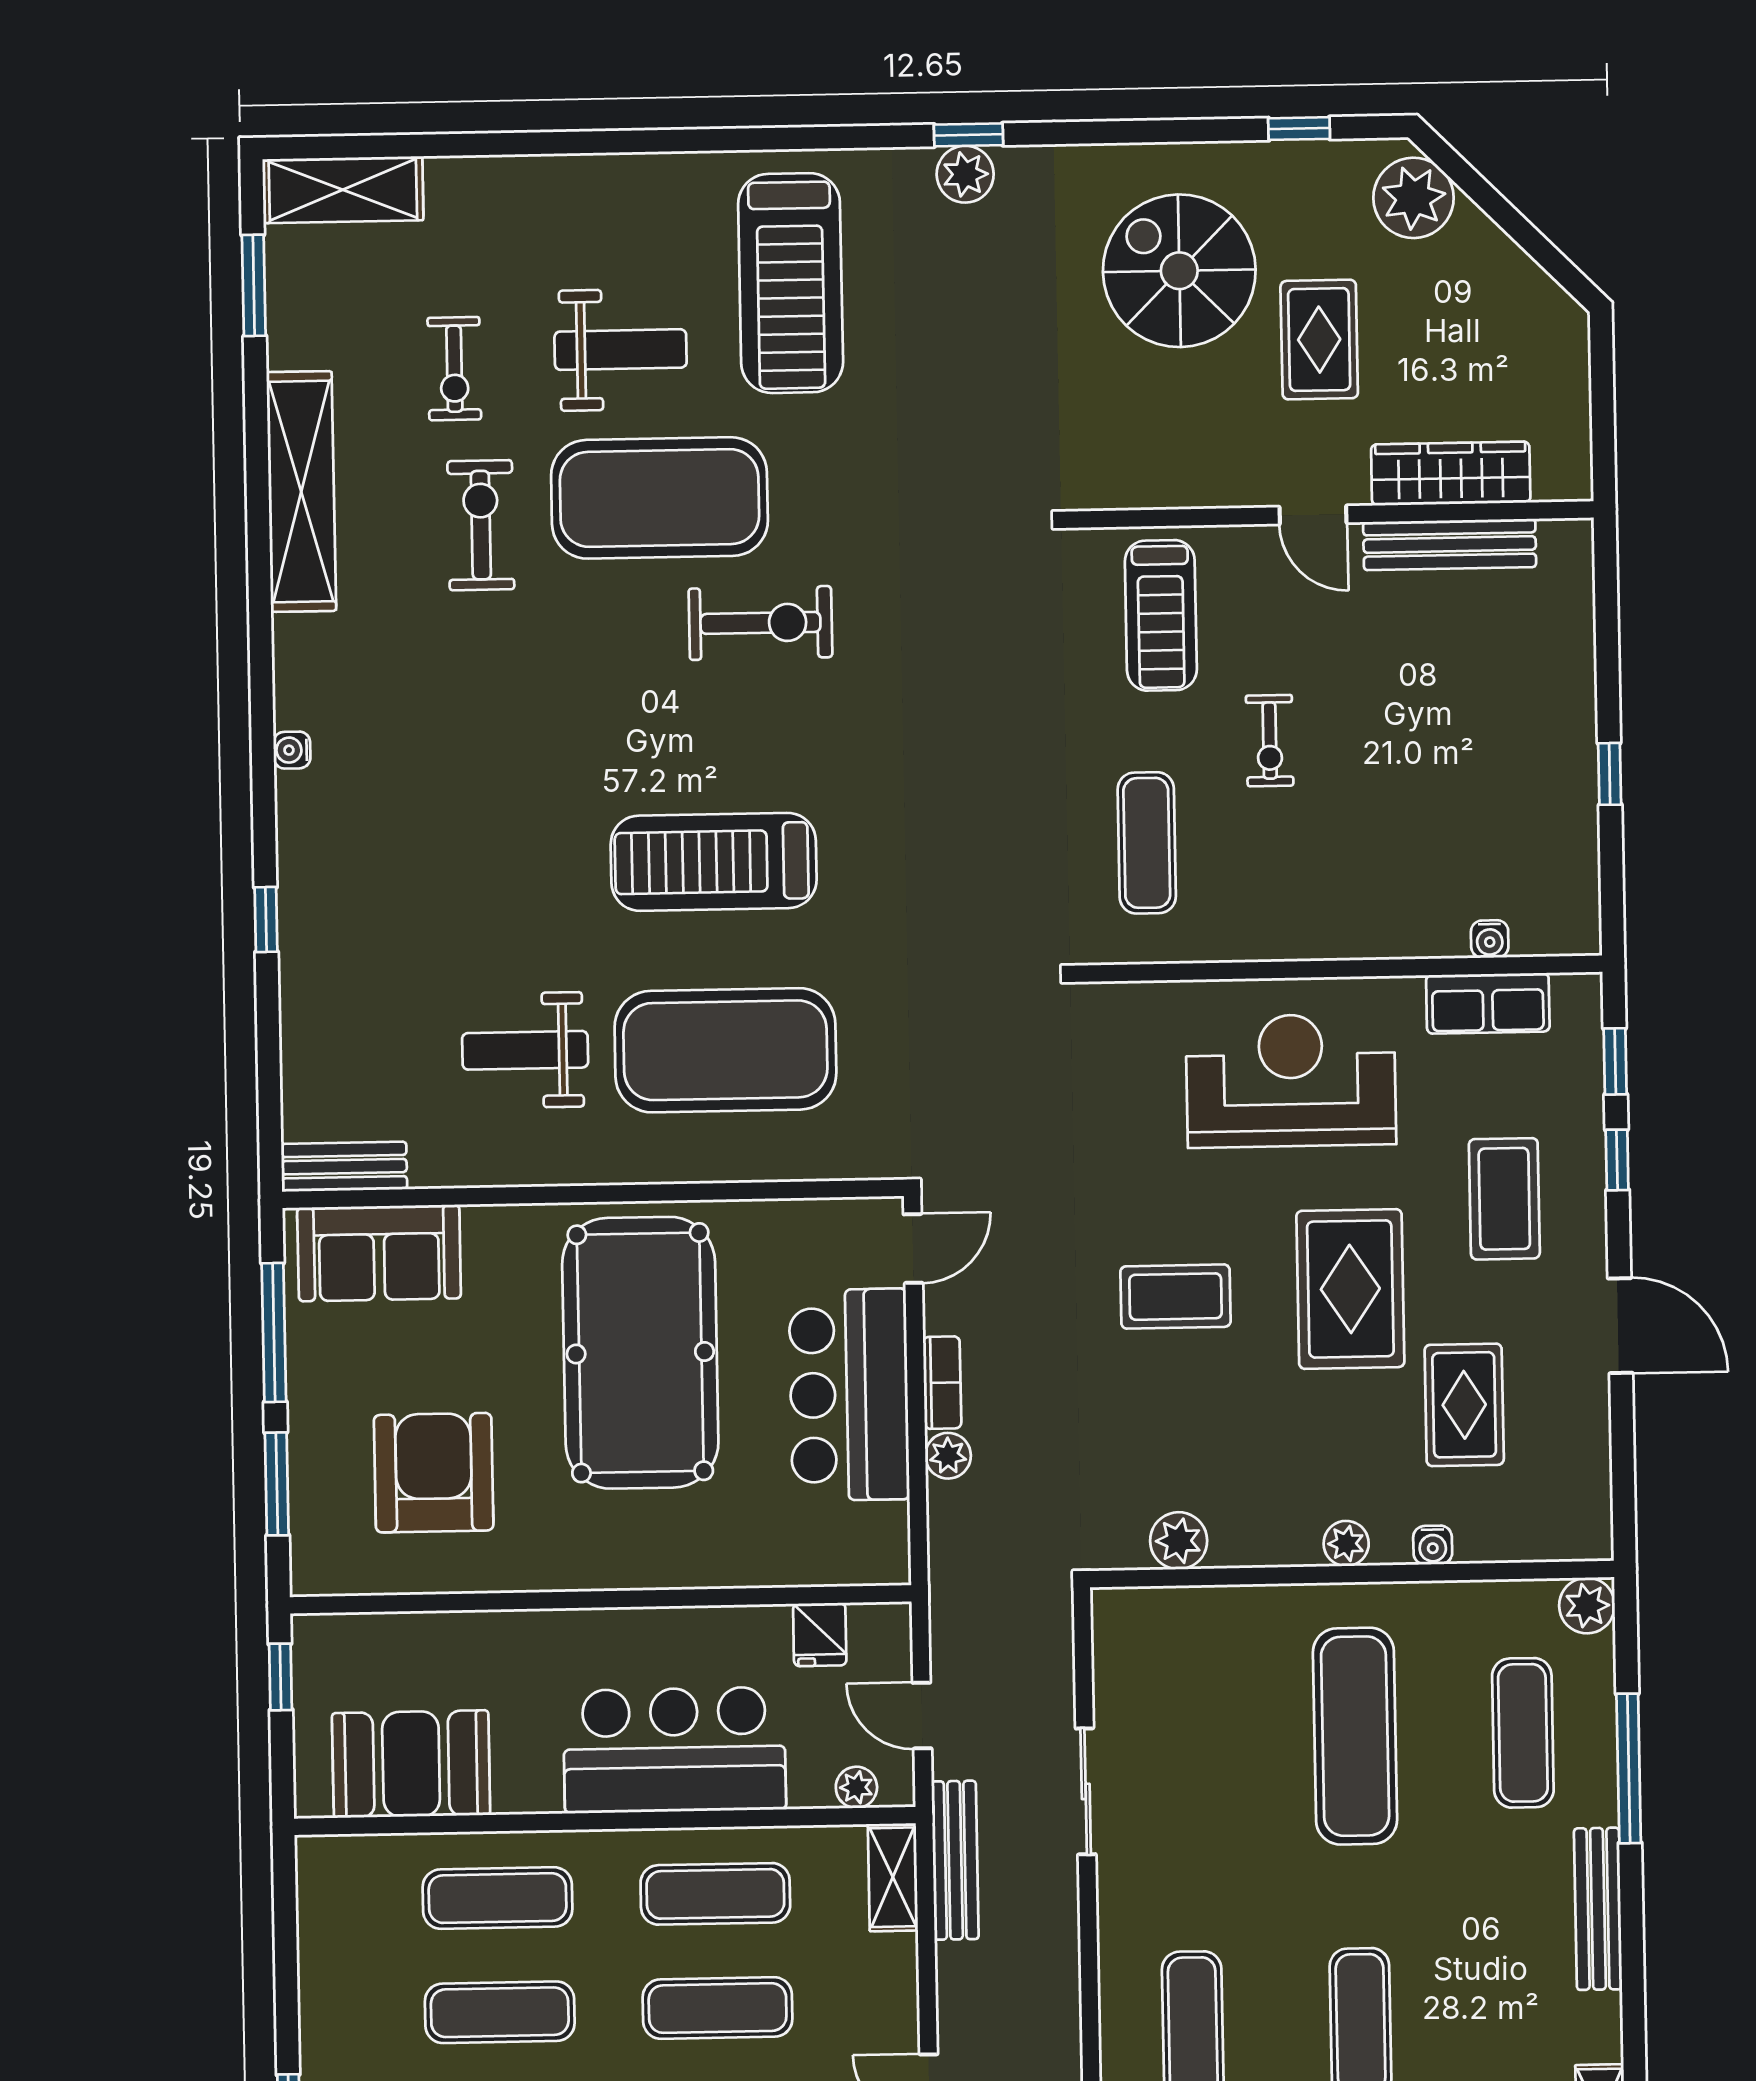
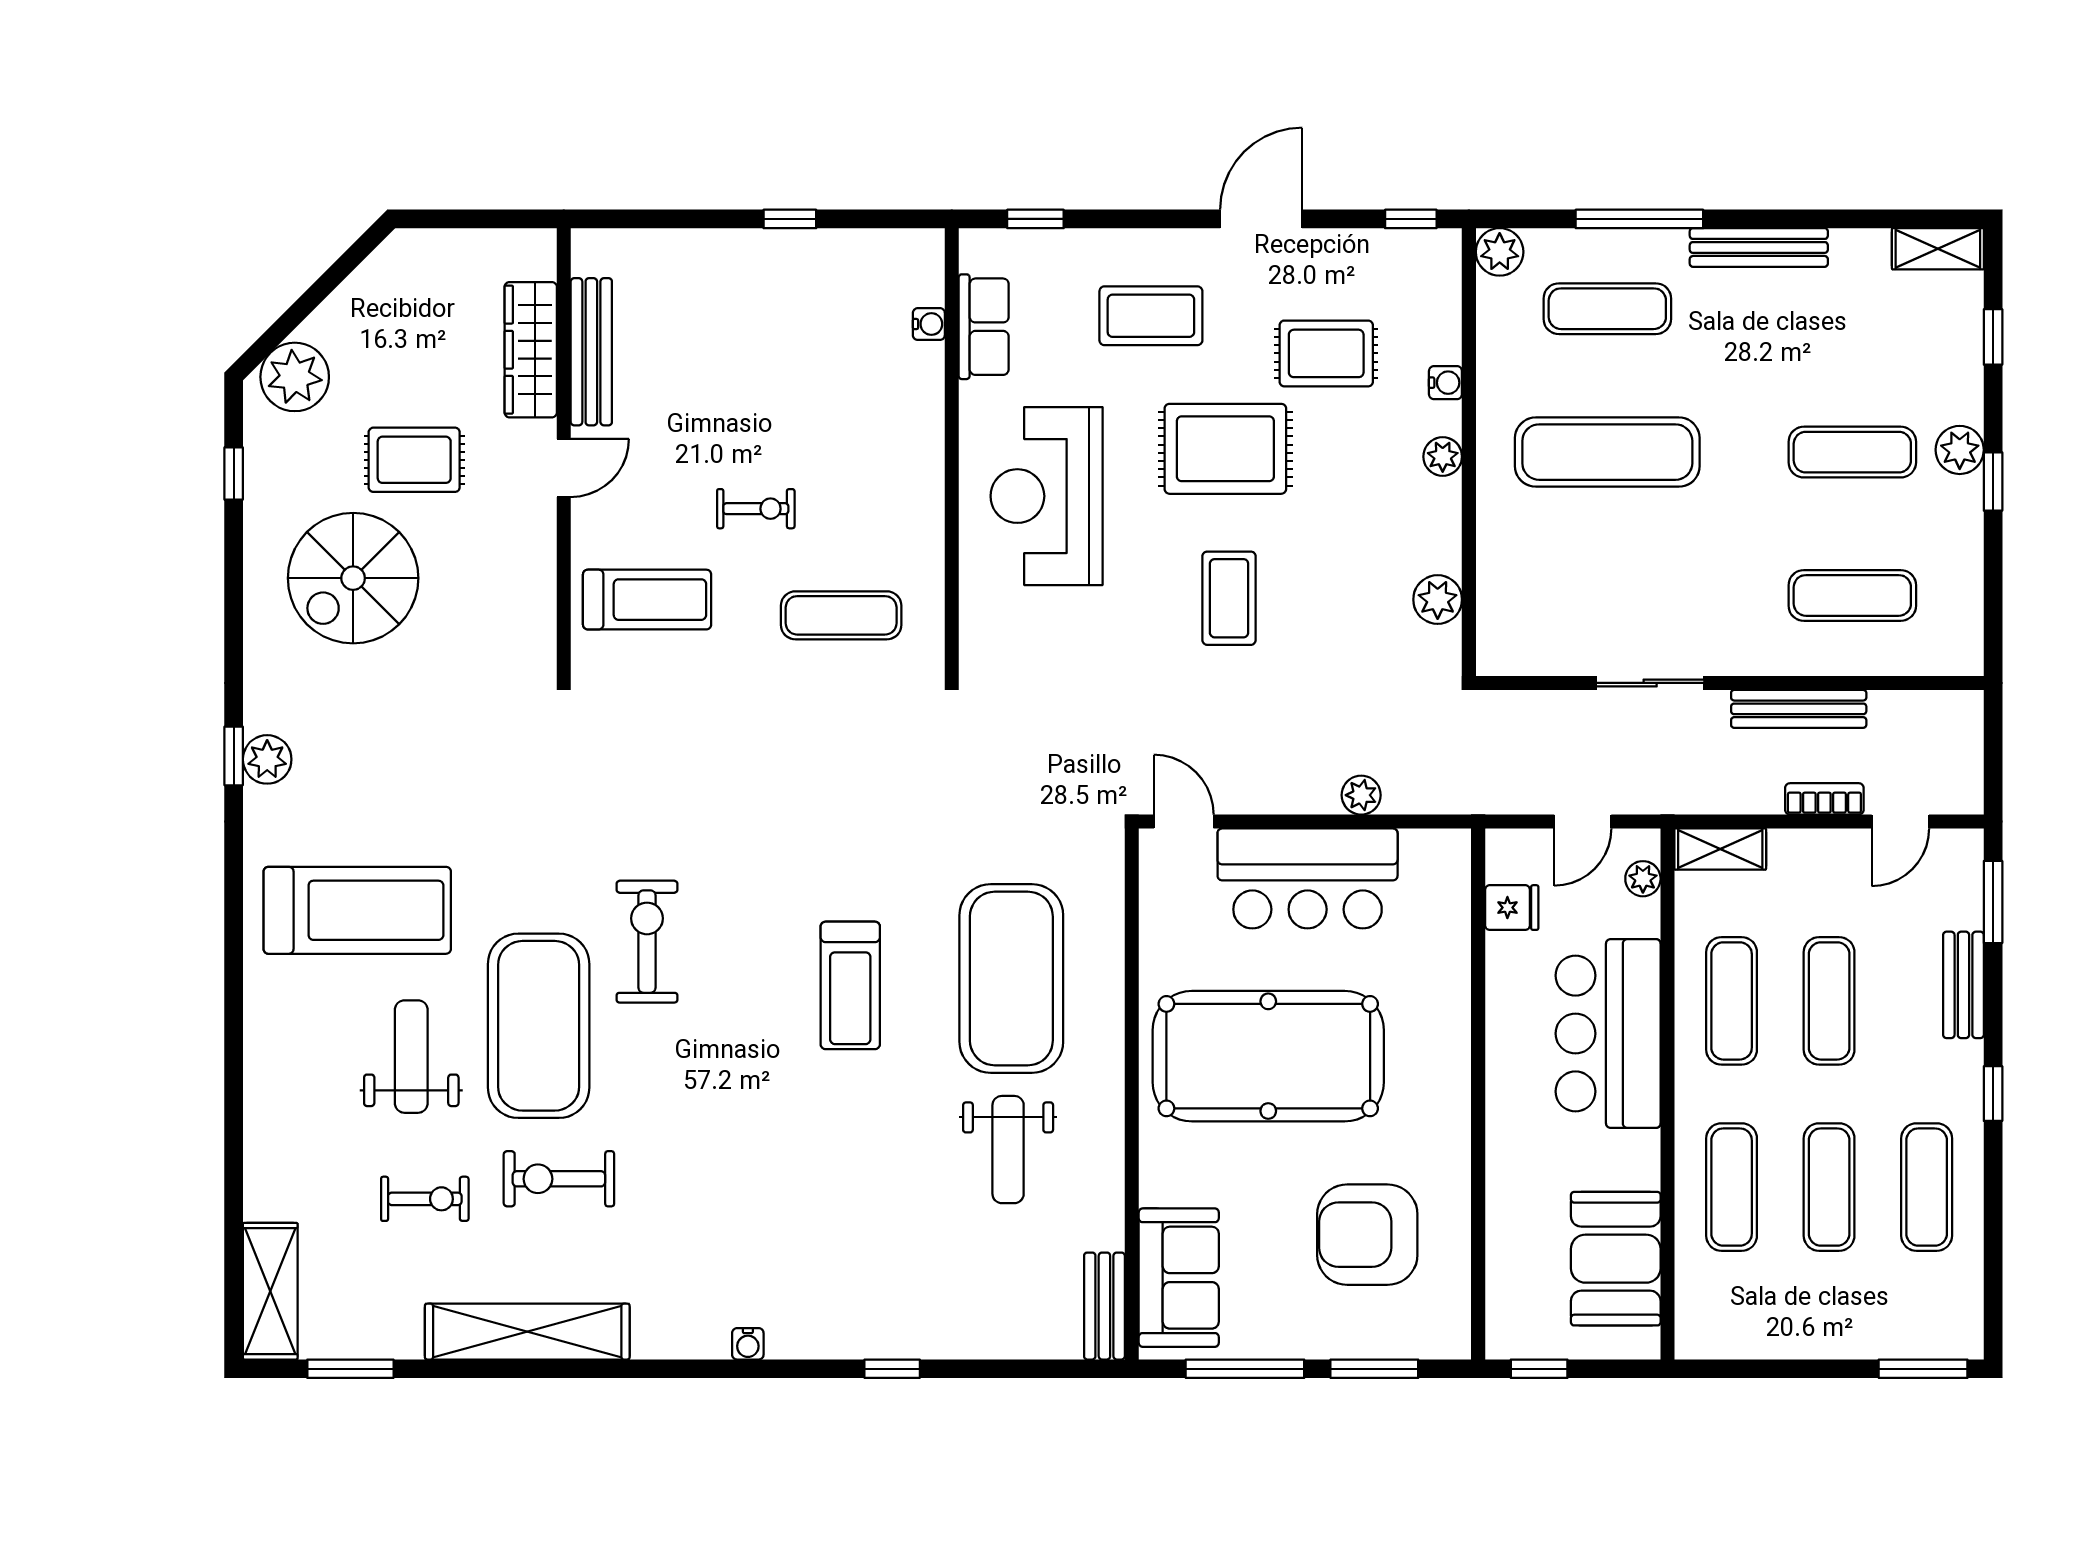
treadmill: (714, 862) -> (850, 985), width x0.73, depth x0.73
window: (1617, 1160) -> (1411, 219), moved
bookcase: (942, 1383) -> (1824, 799), moved
bench: (955, 1860) -> (1799, 709), moved

